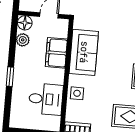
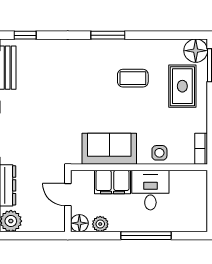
window: (10, 77) -> (146, 236), width x2.17
desk: (46, 99) -> (150, 190), moved

